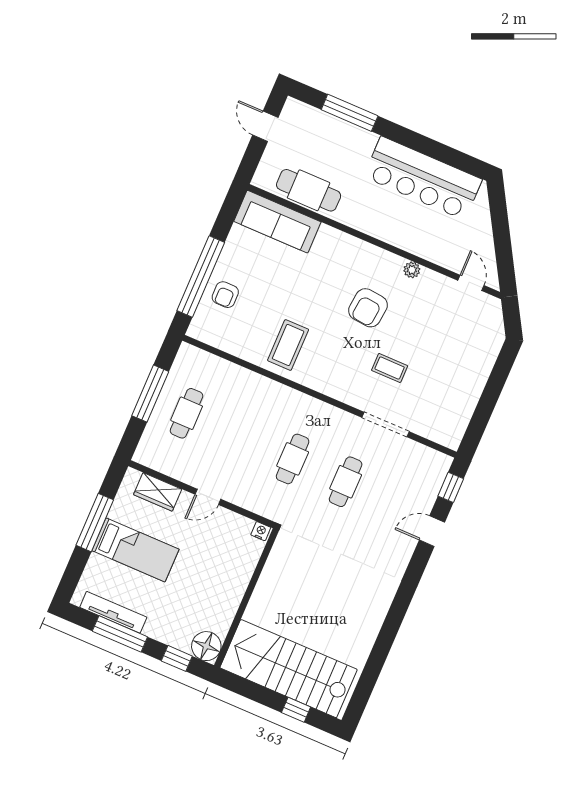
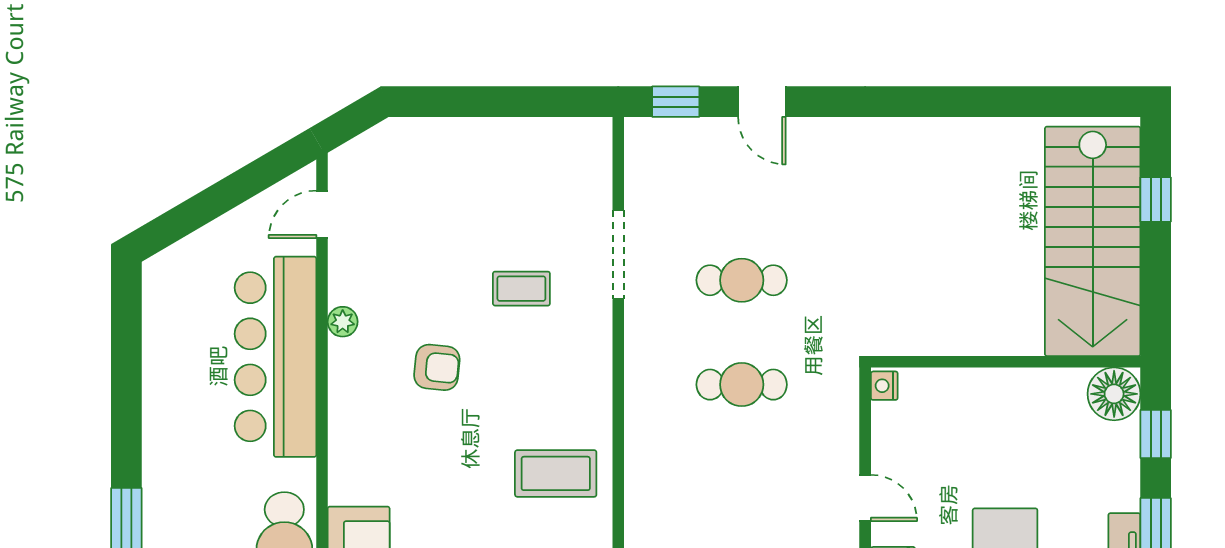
bar counter: (423, 178) -> (275, 357), moved, turned 180
armchair: (368, 308) -> (437, 367), width x0.72, depth x0.72
coffee table: (390, 368) -> (521, 289), turned 90

